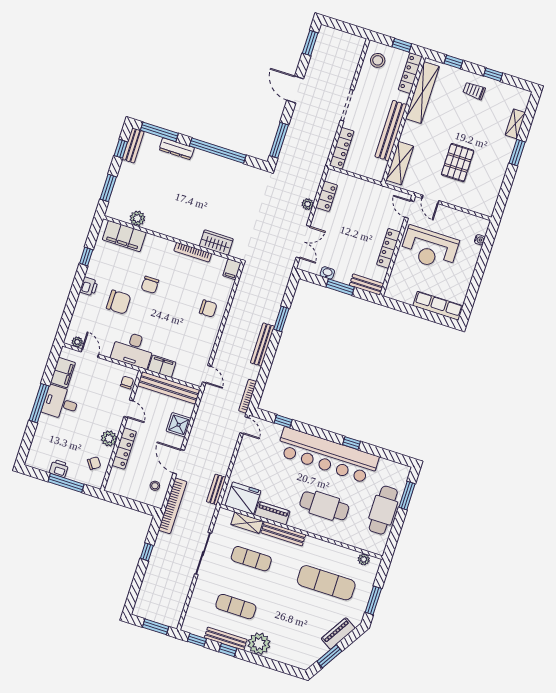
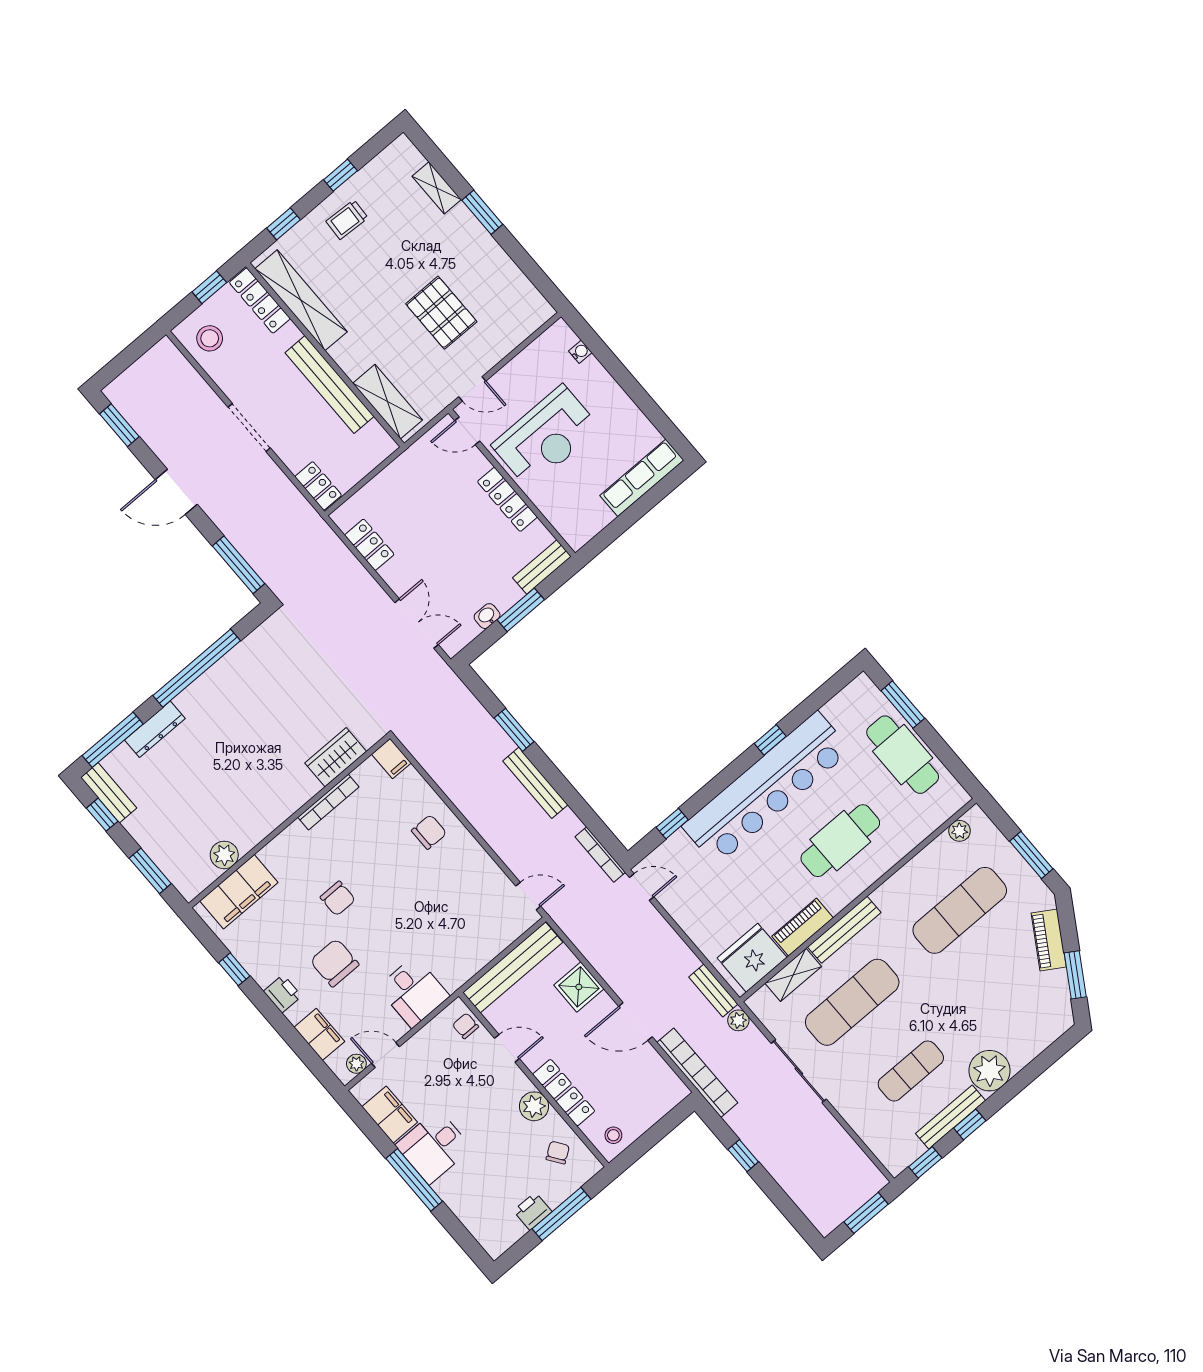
locker: (342, 148) -> (318, 486), width x0.66
plant: (308, 204) -> (738, 1020), moved
chair: (119, 302) -> (335, 963), turned -90
desk: (133, 349) -> (413, 992), width x0.73
filing cabinet: (162, 366) -> (319, 1034), moved, turned 90
stool: (155, 486) -> (613, 1135), moved
exercise mat: (251, 559) -> (852, 1002), width x1.36, depth x1.45

